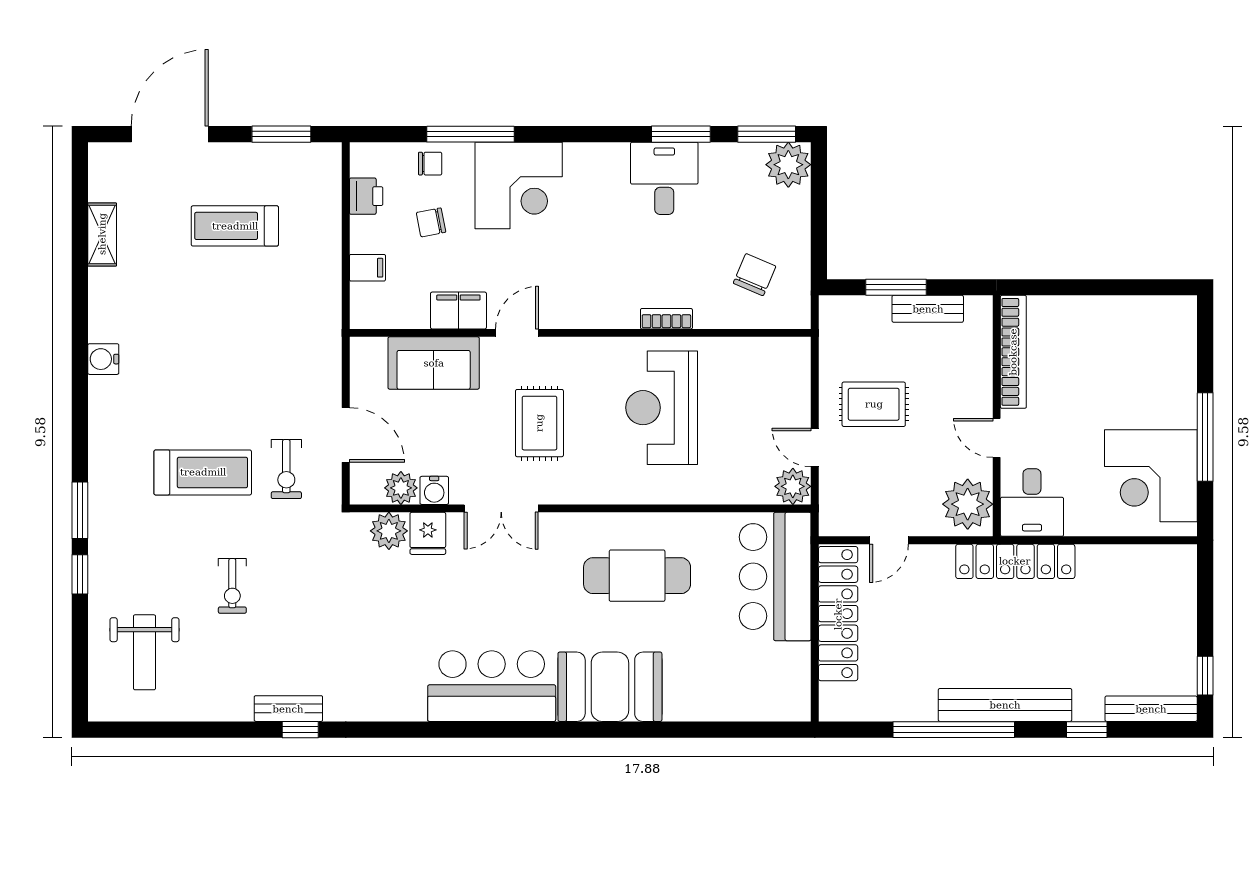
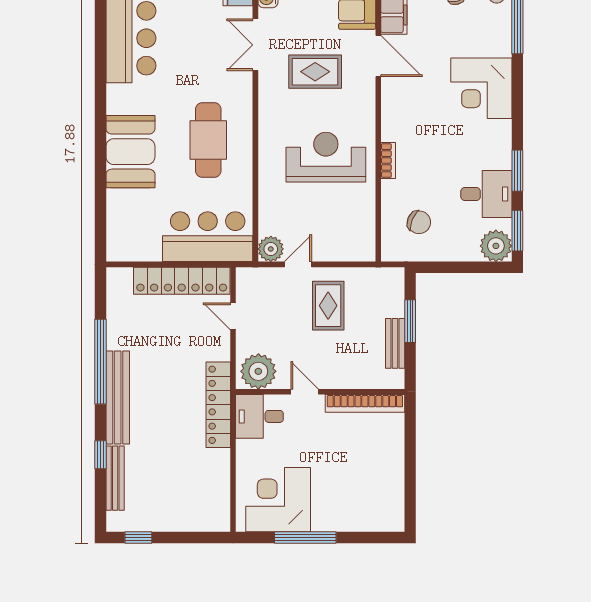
desk: (664, 178) -> (486, 194), moved
corner desk: (519, 185) -> (481, 88), moved
door: (517, 333) -> (378, 56), width x1.38
door: (997, 438) -> (305, 392), hinge flipped
booth: (610, 687) -> (130, 152), moved
bench: (1151, 709) -> (115, 478), moved

